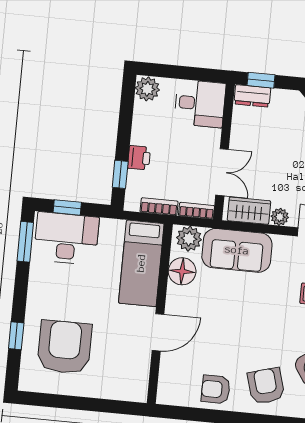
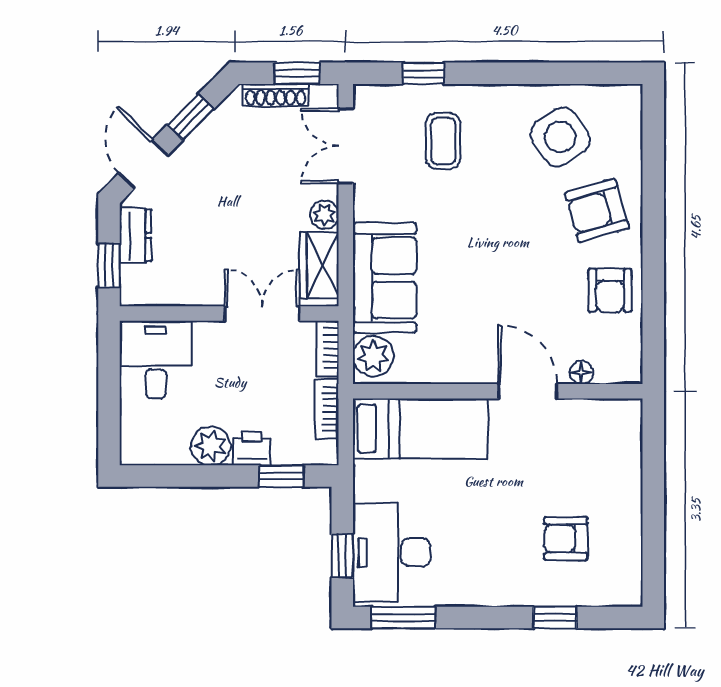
plant: (147, 89) -> (211, 446), moved
dresser: (252, 96) -> (135, 235), moved
floor lamp: (182, 271) -> (581, 373), moved, width x0.53, depth x0.53
armchair: (64, 347) -> (566, 539), width x0.53, depth x0.53

